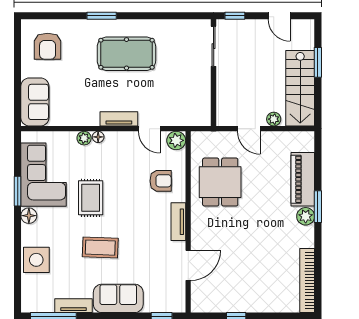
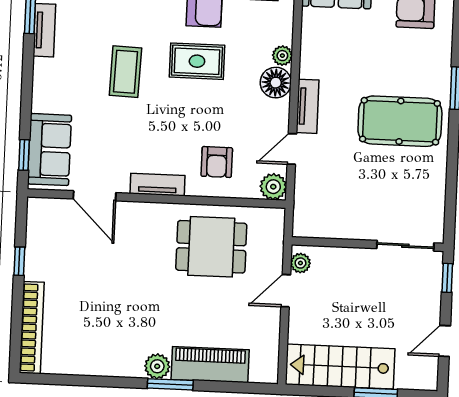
pool table: (126, 54) -> (400, 121), turned 90
plant: (274, 119) -> (300, 263), moved
floor lamp: (98, 137) -> (276, 83), width x1.89, depth x1.89
bookcase: (307, 281) -> (32, 328), moved, turned 90
sofa: (118, 298) -> (50, 150), moved

